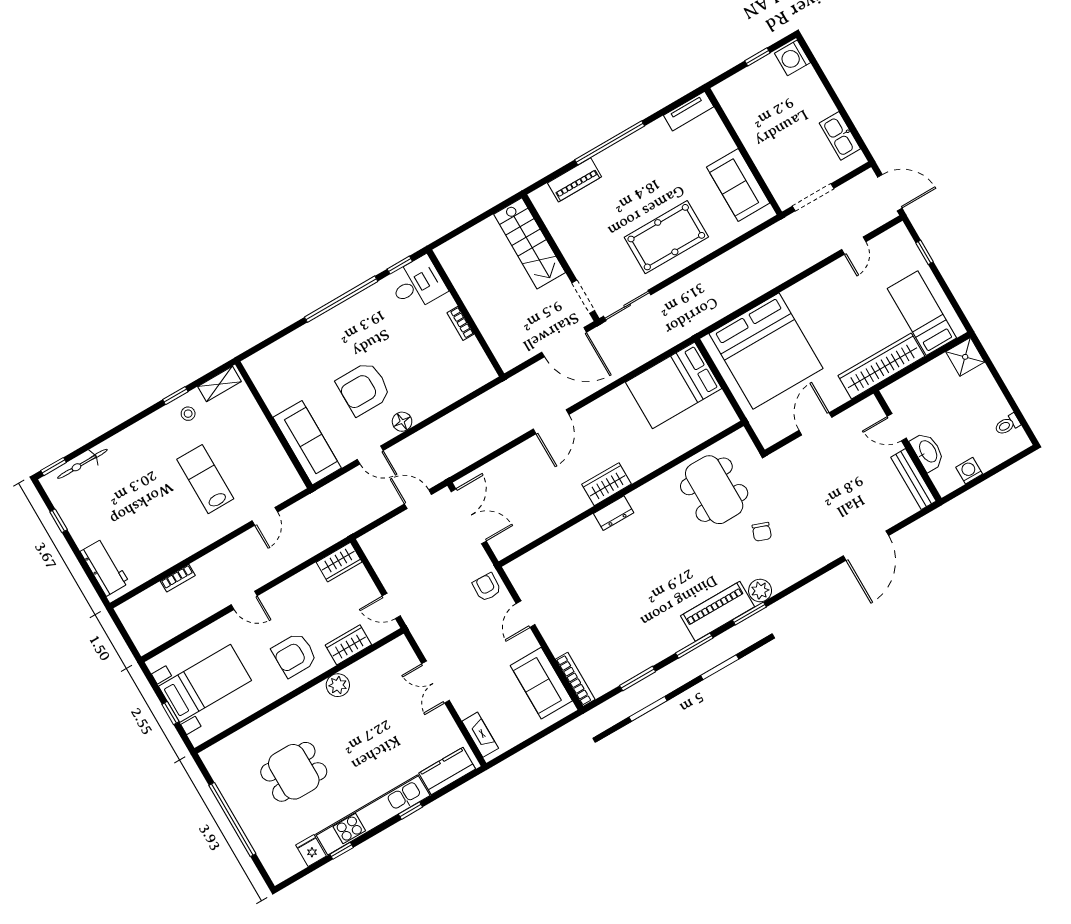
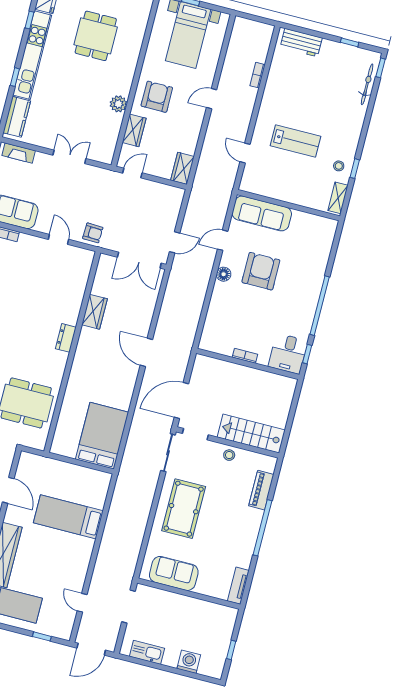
washing machine: (792, 58) -> (189, 662), moved
stool: (571, 244) -> (229, 455), added
bed: (766, 351) -> (68, 517), width x0.49
wardrobe: (607, 484) -> (94, 312), moved

